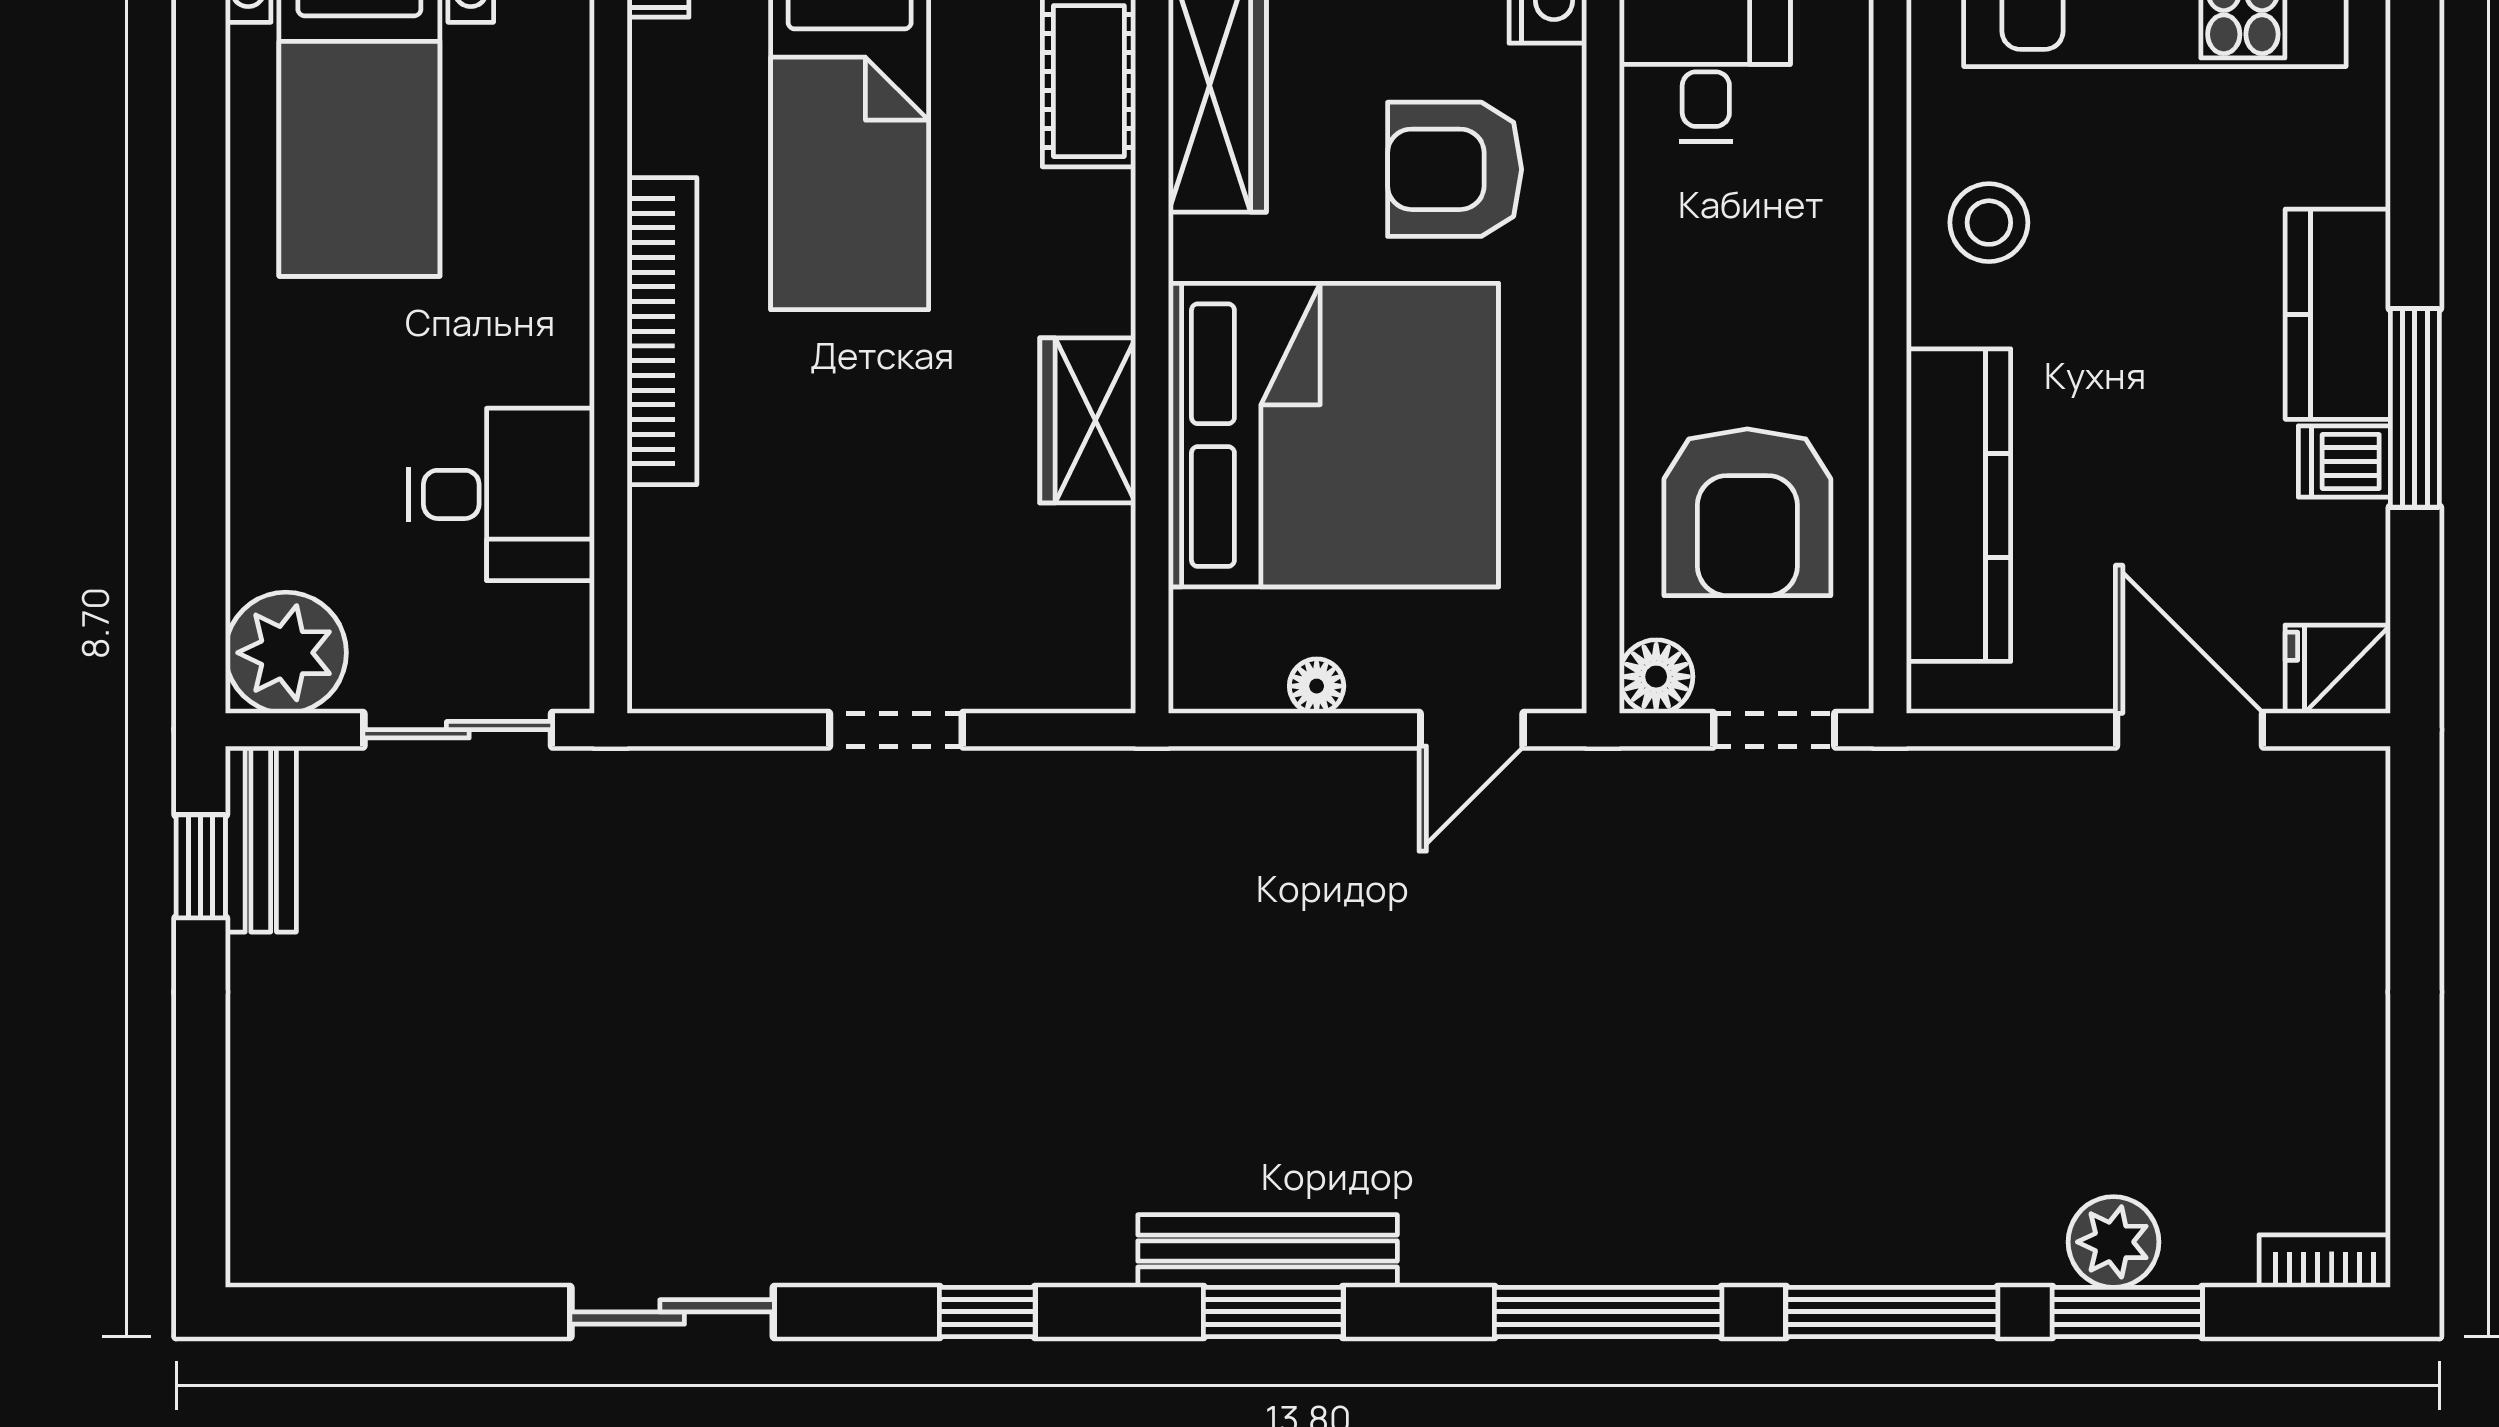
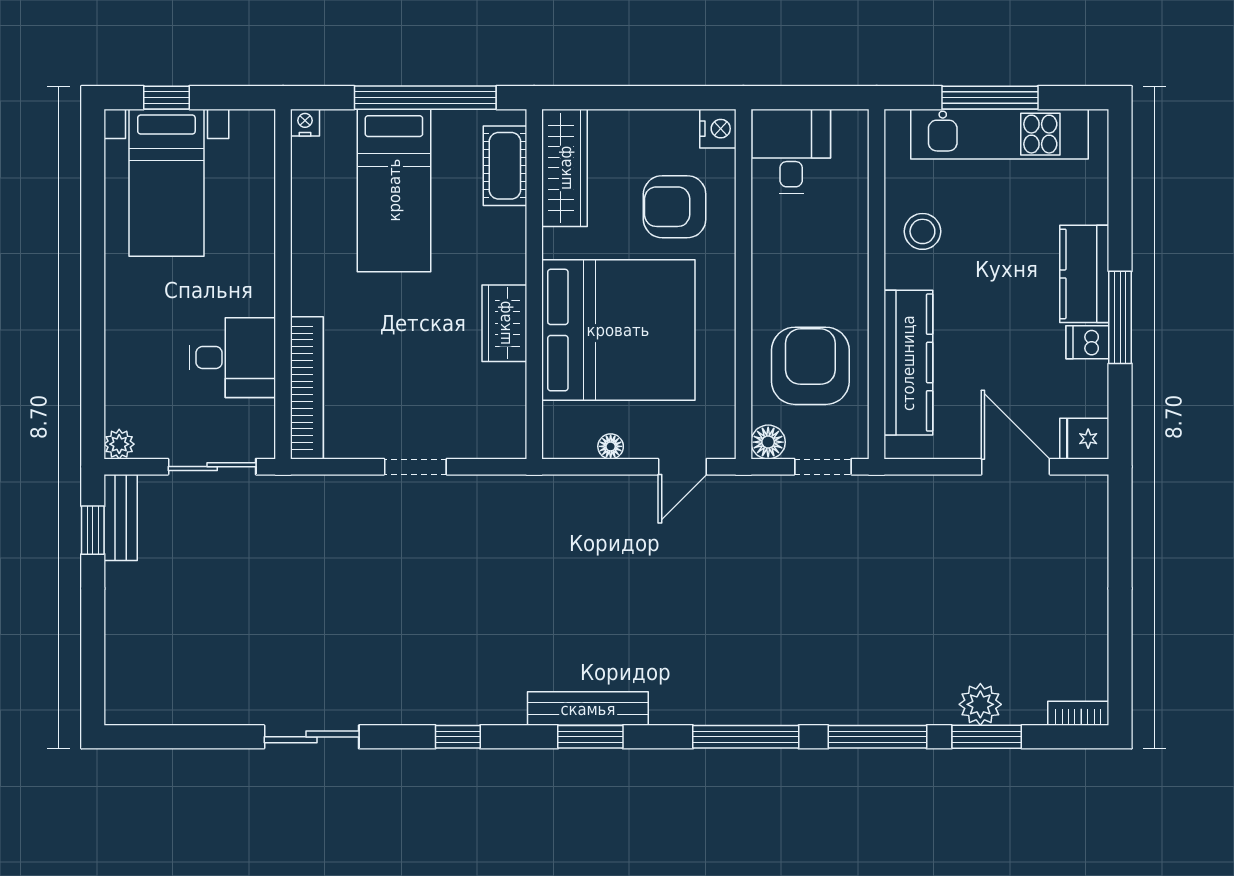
bookcase: (662, 331) -> (307, 388), moved
armchair: (1747, 512) -> (810, 366), turned 180
plant: (286, 653) -> (119, 444), width x0.53, depth x0.53

